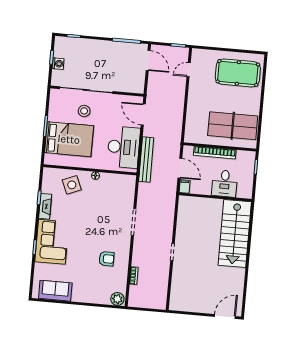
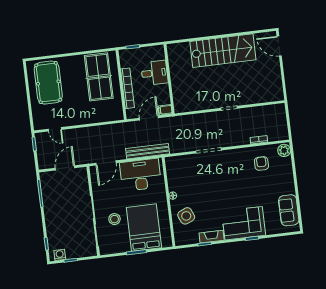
door: (148, 60) -> (65, 168), moved
washing machine: (58, 64) -> (60, 255), moved
stairs: (235, 233) -> (223, 51), moved
armchair: (107, 259) -> (261, 163), moved

